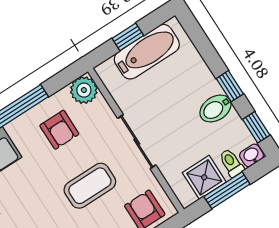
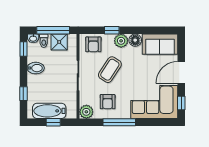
window: (230, 86) -> (23, 94), moved
armchair: (59, 130) -> (108, 102), turned 180
coffee table: (90, 186) -> (110, 70), turned -57
window: (227, 190) -> (53, 30), width x1.44

